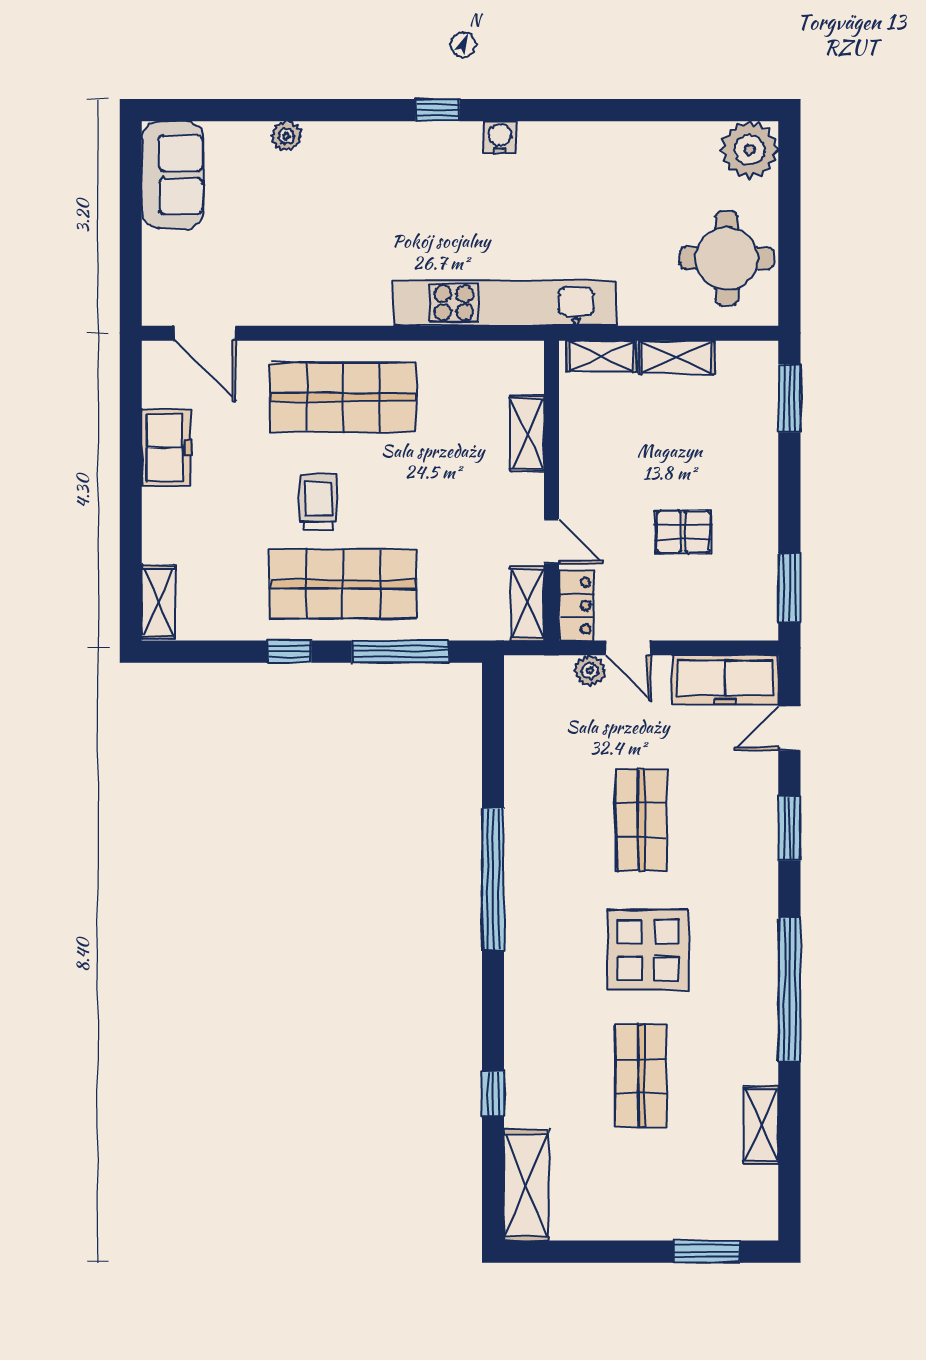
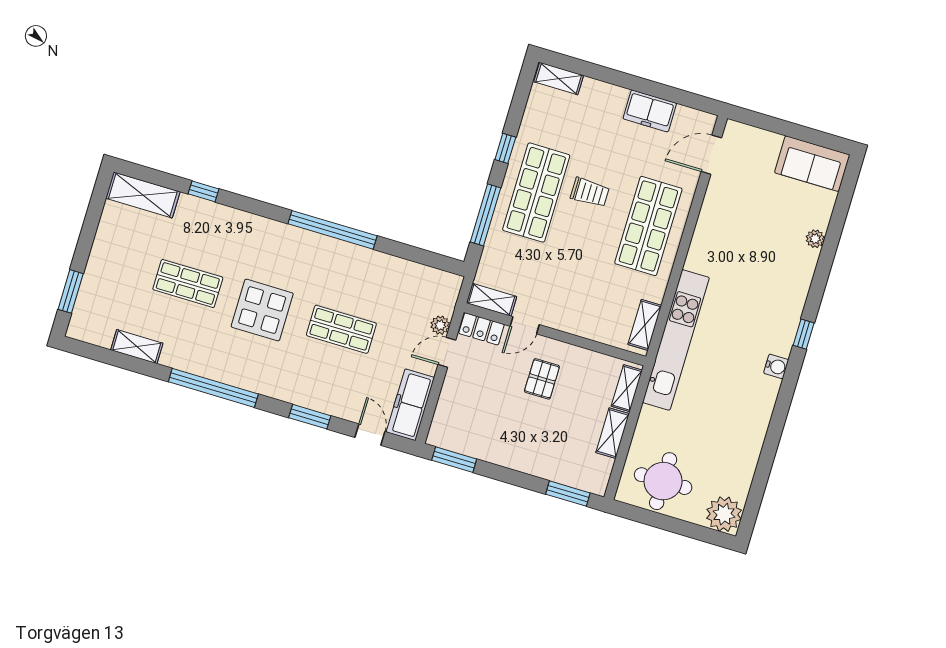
shelving: (527, 434) -> (645, 325), moved, turned 90
pallet: (683, 532) -> (542, 379), moved

